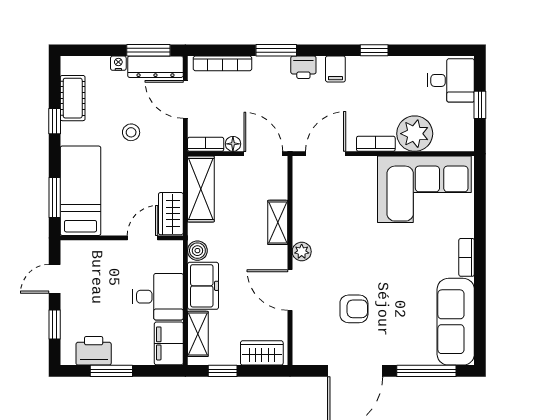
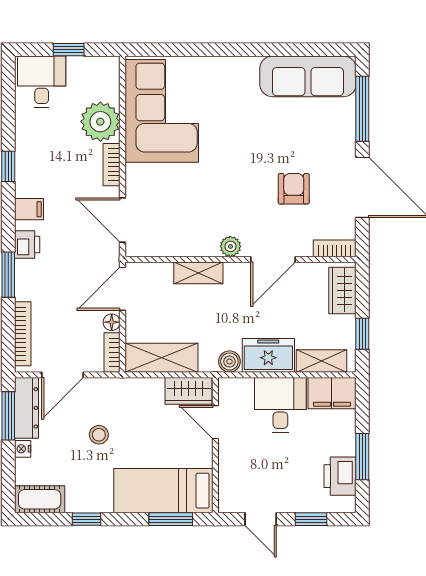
cot: (73, 98) -> (40, 499), moved
bookcase: (467, 257) -> (335, 248), moved, turned 180

